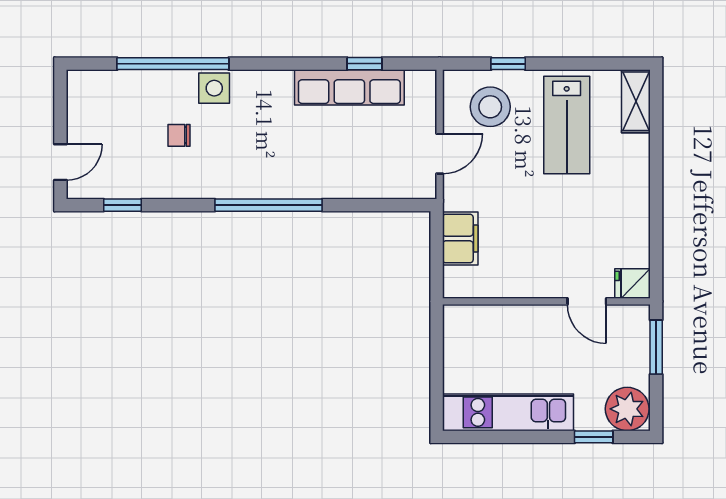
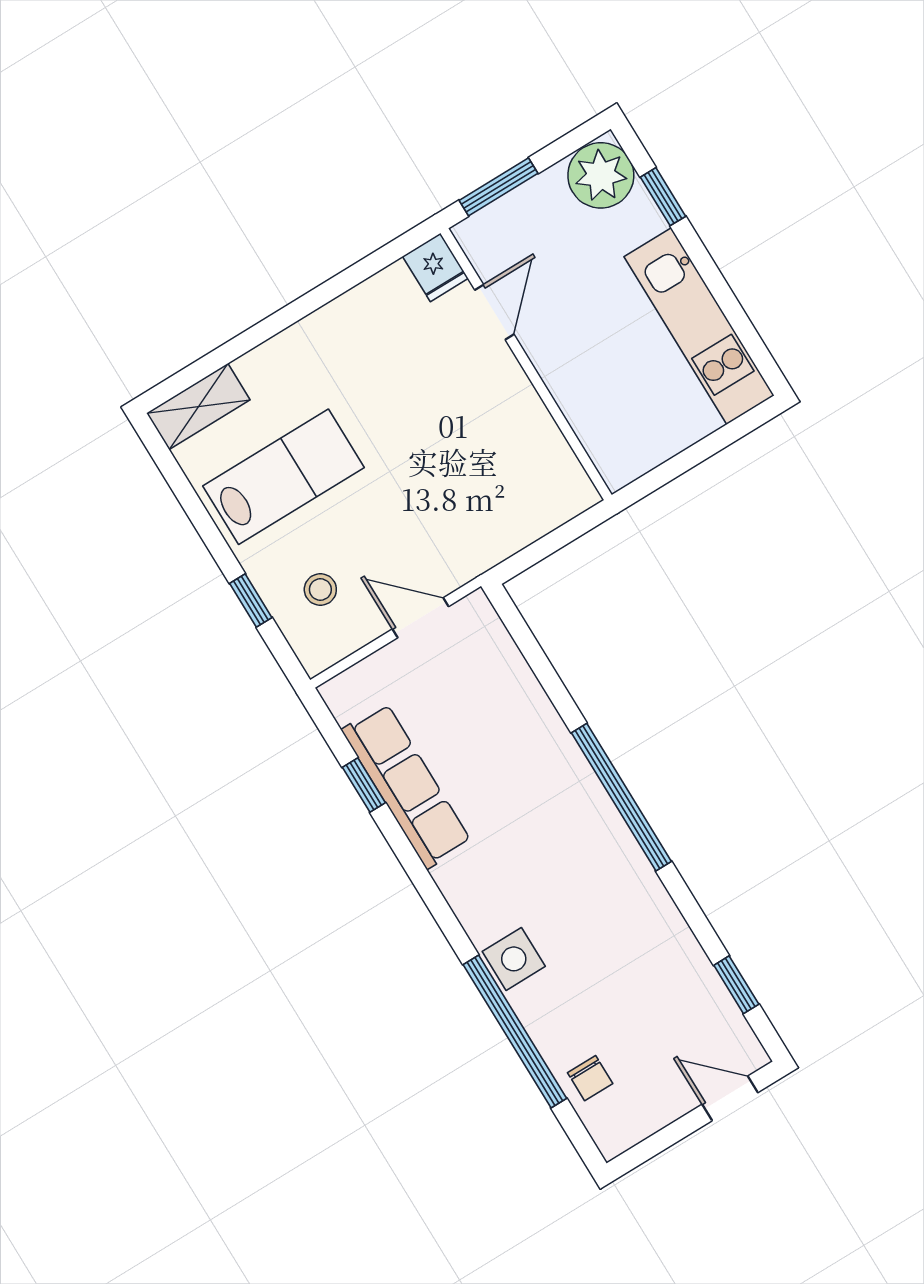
stool: (490, 107) -> (320, 589), width x0.53, depth x0.53
chair: (179, 135) -> (590, 1078), moved
filing cabinet: (460, 239) -> (513, 524), removed

